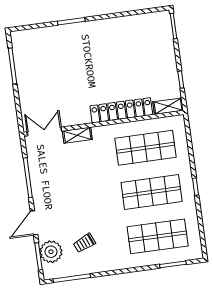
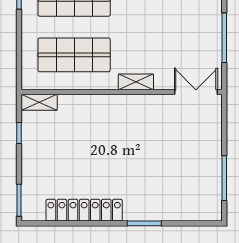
locker: (121, 110) -> (84, 210), moved, turned 180
double door: (44, 131) -> (196, 92), swing flipped
shelving: (77, 135) -> (136, 82), moved

